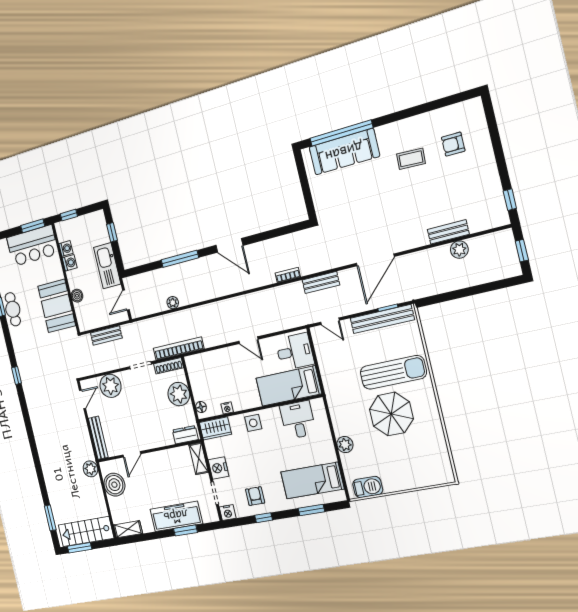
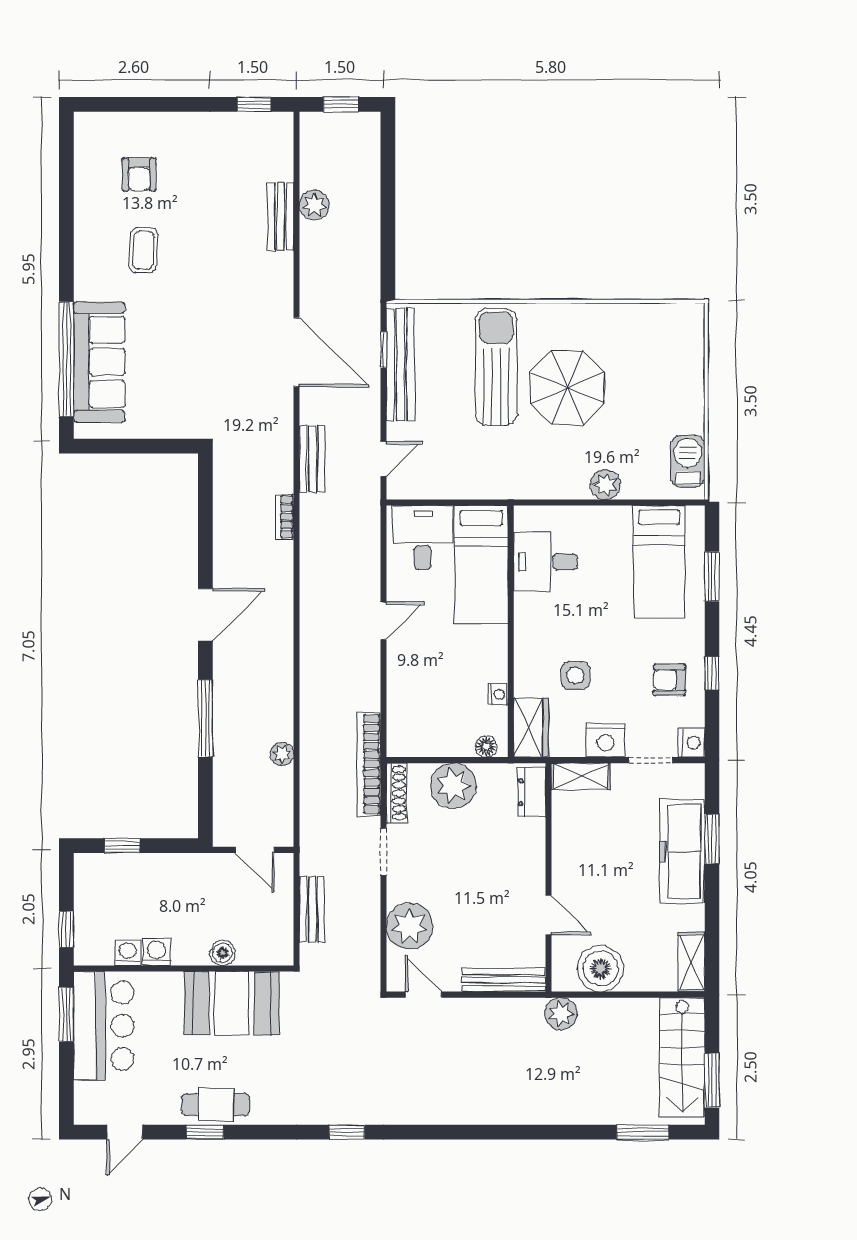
kitchen sink: (107, 266) -> (182, 873), removed
side table: (253, 423) -> (575, 675), moved

